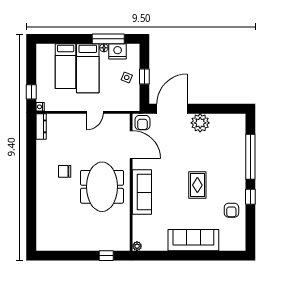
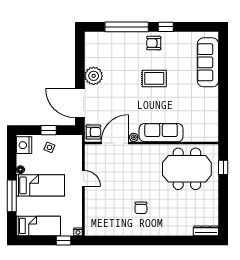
window: (108, 39) -> (12, 196), moved
nightstand: (118, 51) -> (24, 145), moved
bed: (66, 66) -> (38, 226), moved
dresser: (41, 126) -> (206, 231), moved
meeting table: (102, 187) -> (187, 169), moved
armchair: (231, 210) -> (154, 43), moved, turned 180
sofa: (193, 240) -> (208, 62), moved
plant: (137, 246) -> (134, 137), moved

